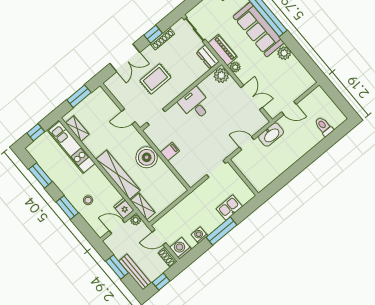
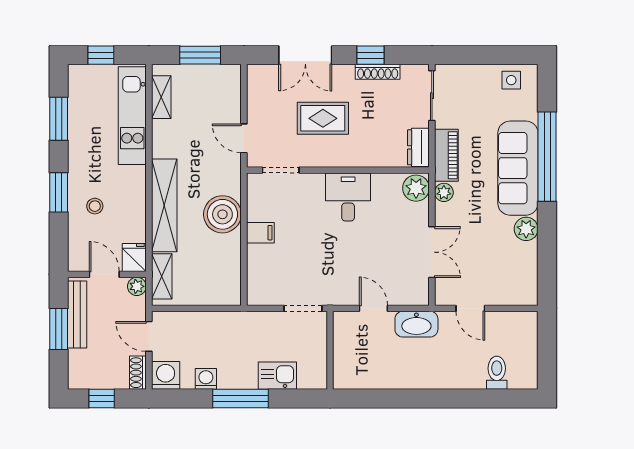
bench: (135, 272) -> (77, 315), moved

